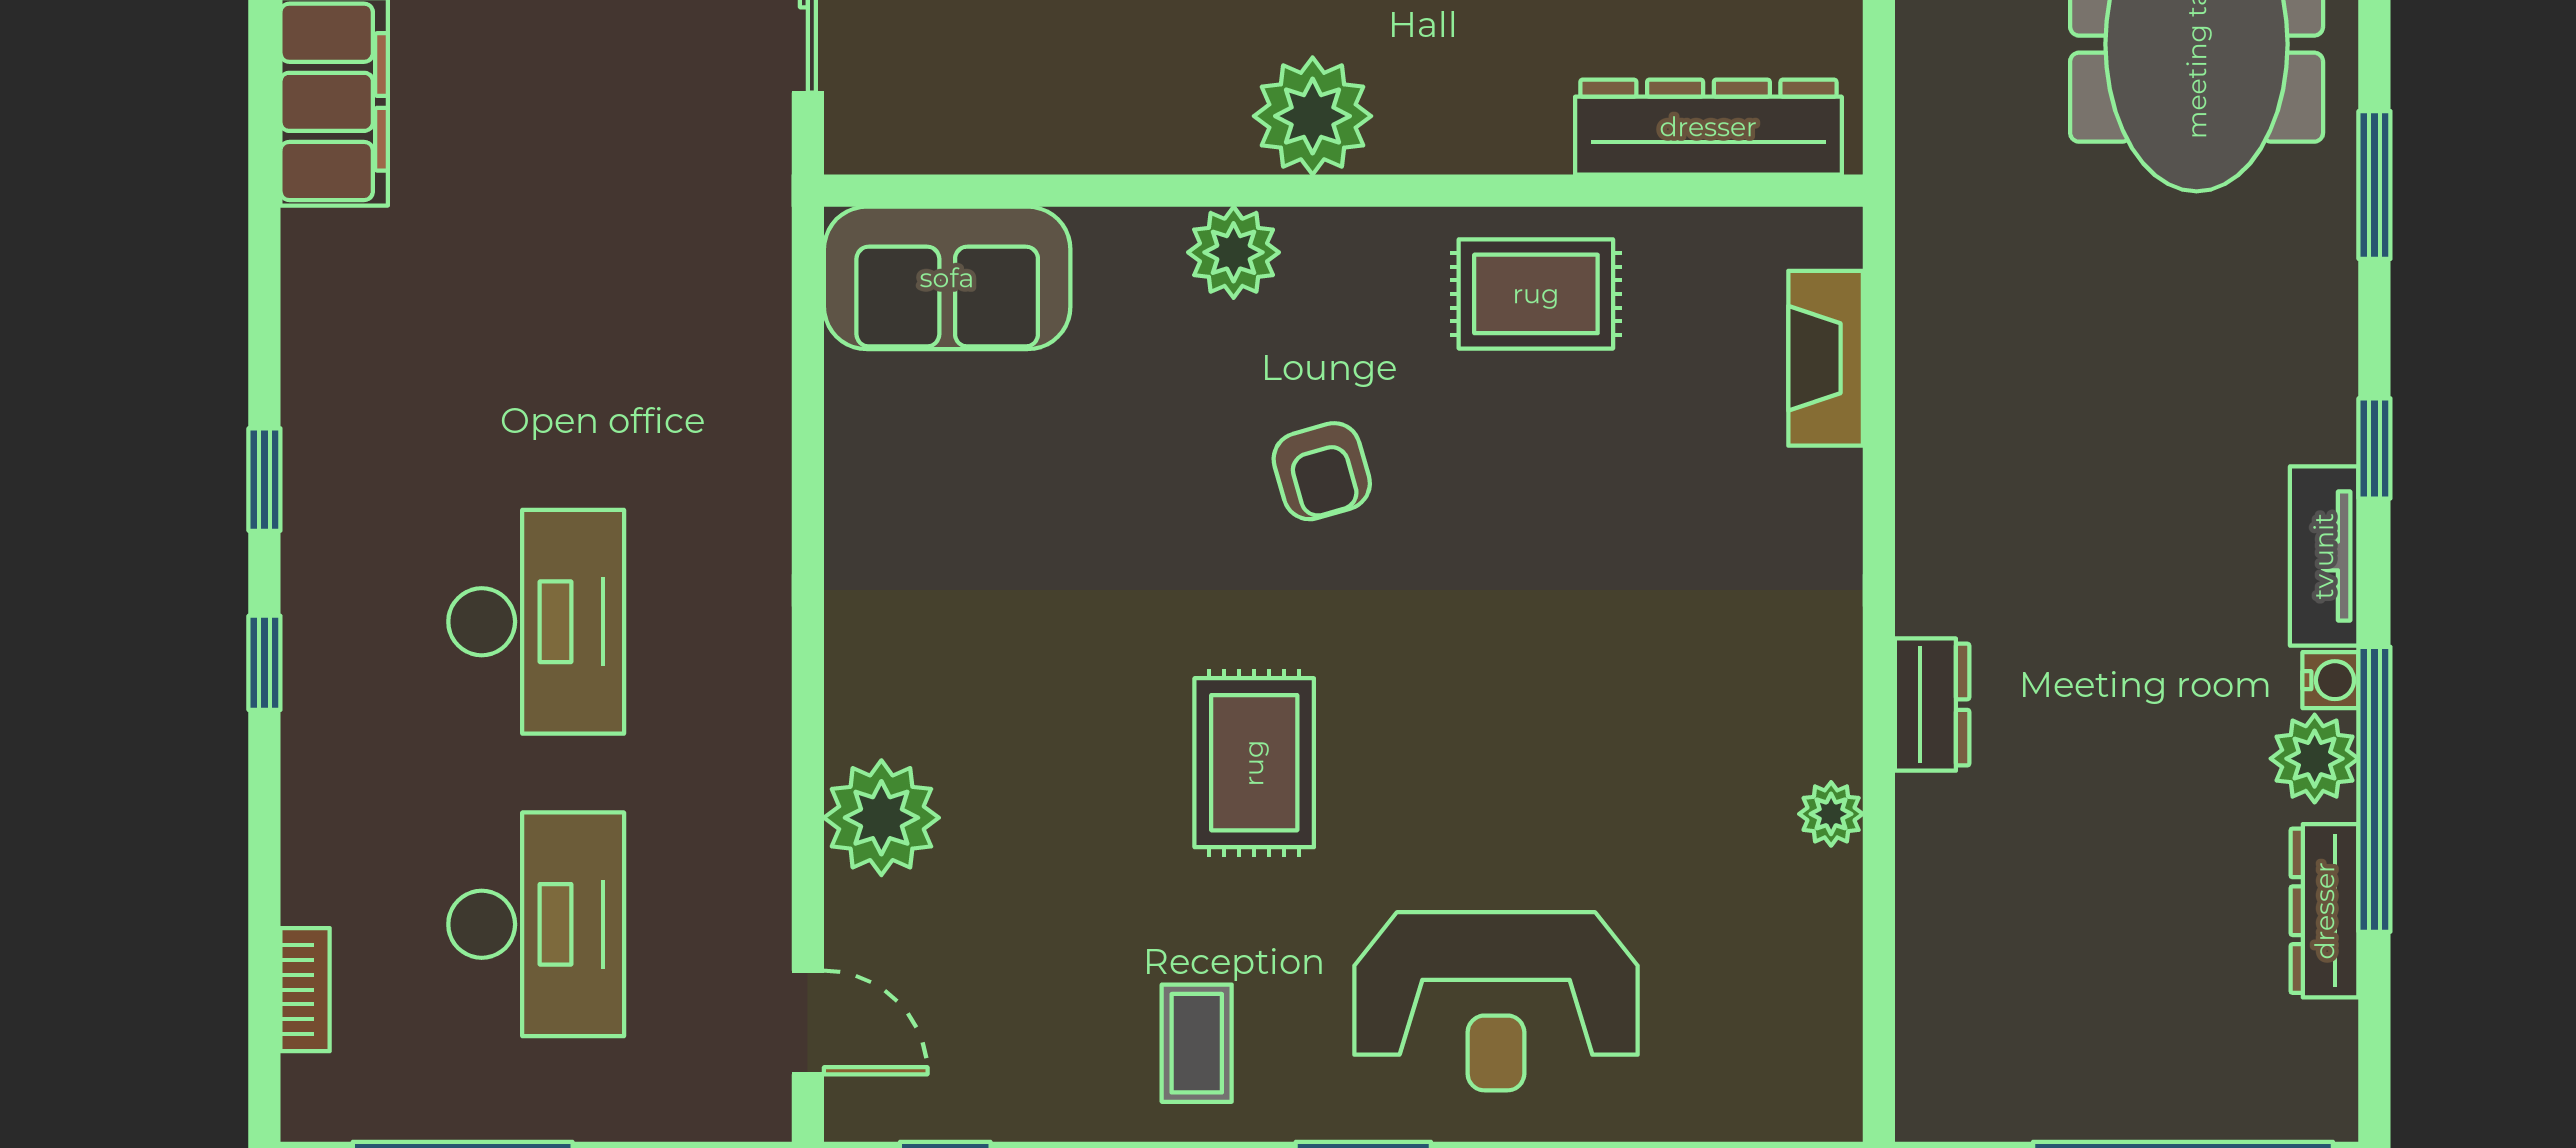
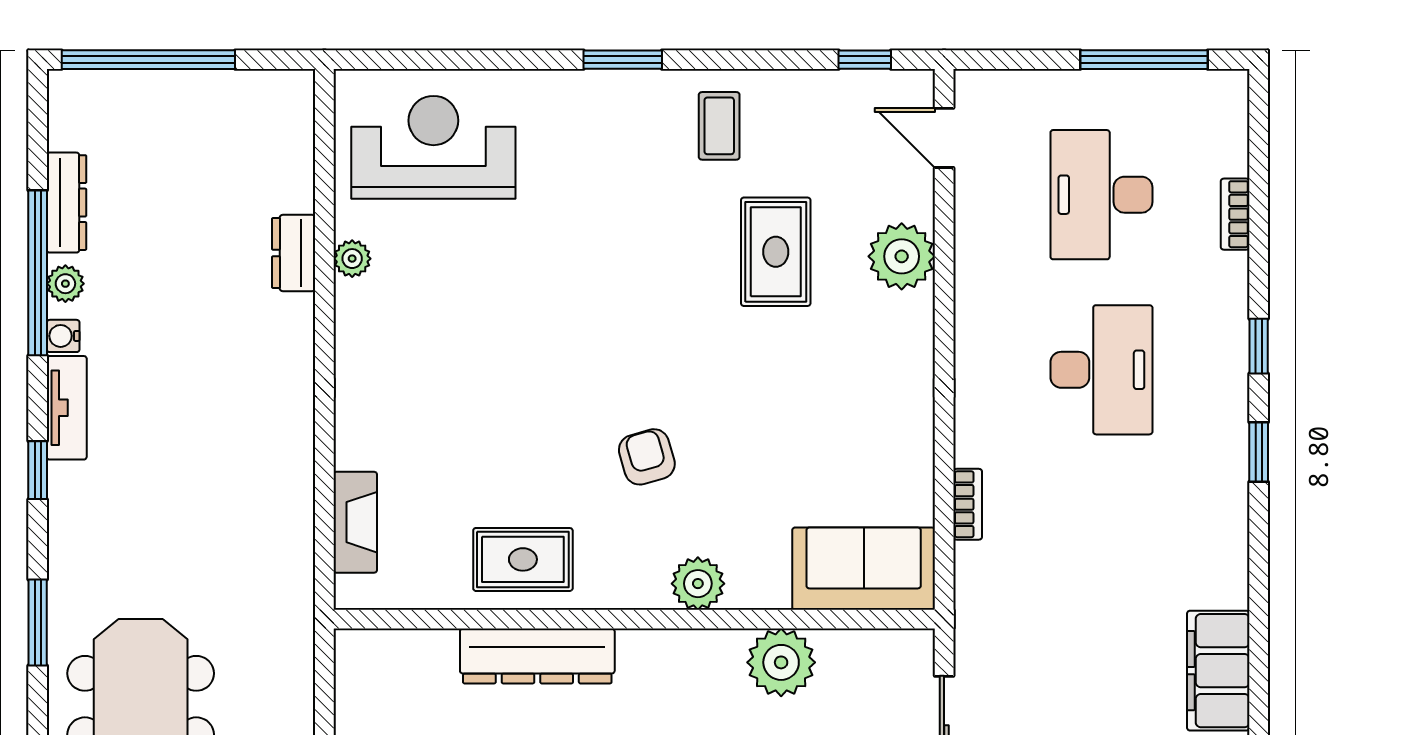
plant: (1313, 116) -> (781, 662), moved
dresser: (1708, 127) -> (537, 656), moved
bookcase: (767, 389) -> (968, 504), added
desk: (536, 622) -> (1101, 370), turned 180
dresser: (1932, 705) -> (294, 253), moved
plant: (2315, 759) -> (65, 284), width x0.73, depth x0.73
rug: (1254, 763) -> (776, 252), moved
bookcase: (305, 990) -> (1235, 214), moved
reception desk: (1496, 1001) -> (433, 147), moved

